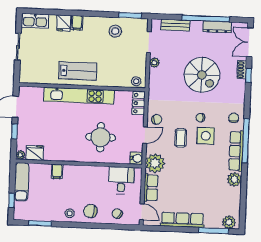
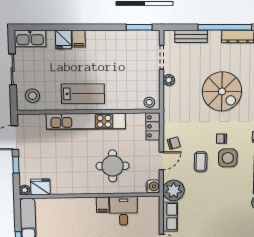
stool: (115, 31) -> (33, 96), moved
filing cabinet: (57, 171) -> (103, 205), moved
desk: (121, 180) -> (123, 211), moved

